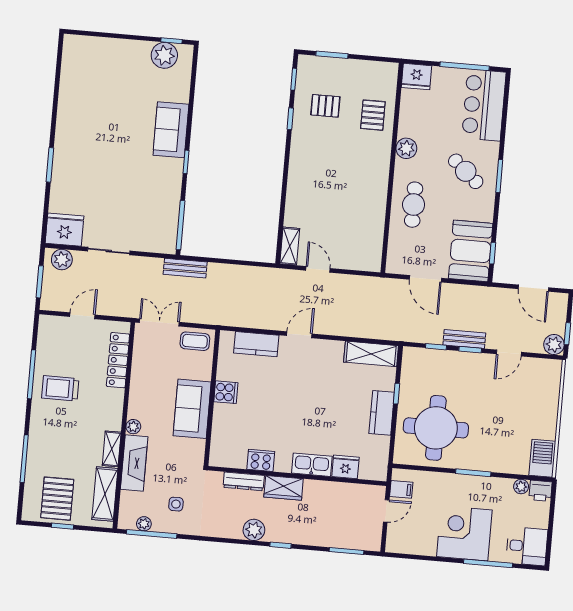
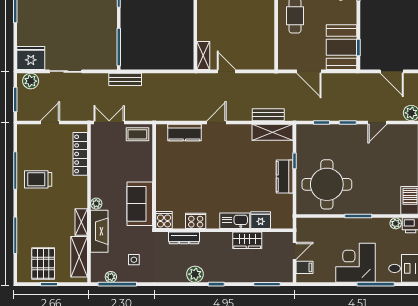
bench: (464, 339) -> (268, 115), moved
cooker: (226, 392) -> (164, 220), moved, turned -90
sofa: (192, 409) -> (140, 204), moved
wardrobe: (284, 488) -> (247, 240), moved
filing cabinet: (401, 489) -> (305, 267), moved

